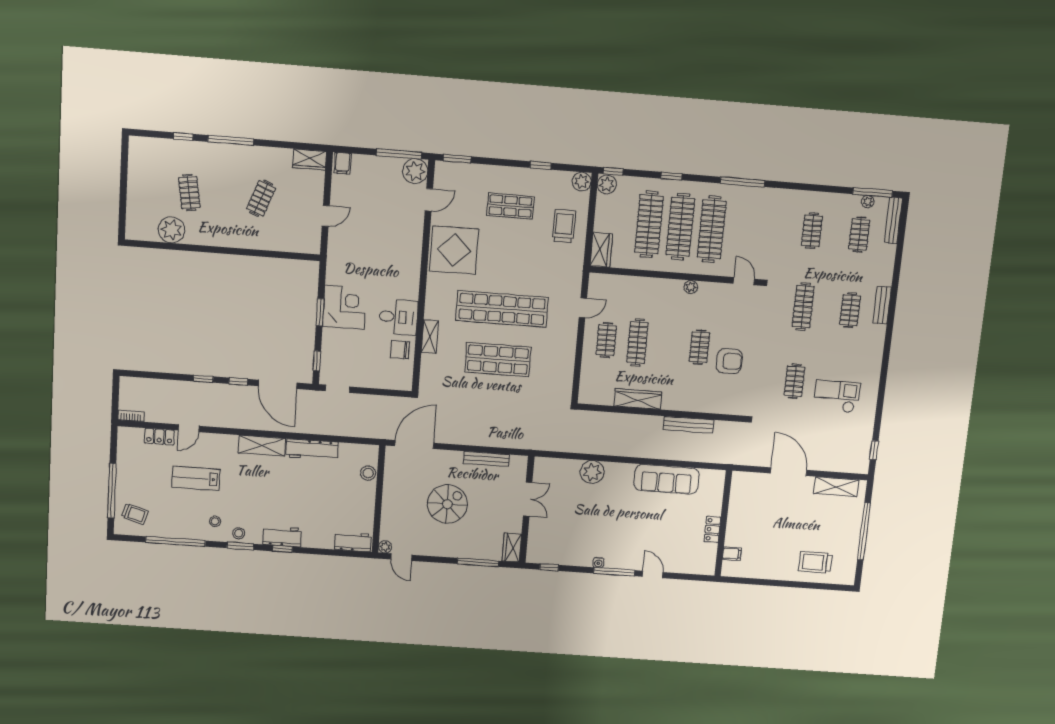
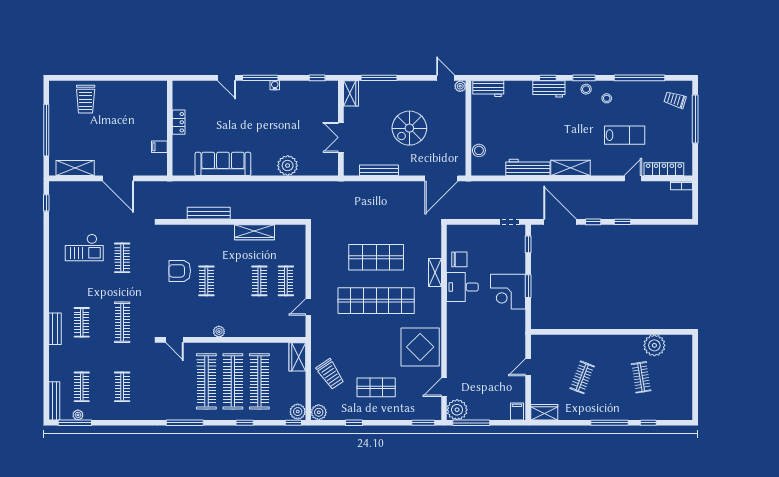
trolley: (564, 226) -> (330, 374), turned -34
clothes rail: (637, 342) -> (259, 281), width x0.73
locker: (159, 437) -> (664, 169), width x1.53
filing cabinet: (732, 554) -> (159, 147), moved
trolley: (815, 562) -> (86, 99), turned 90

